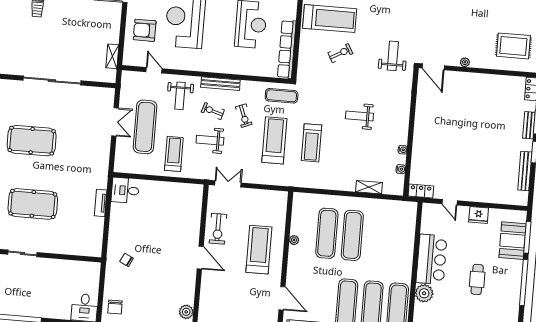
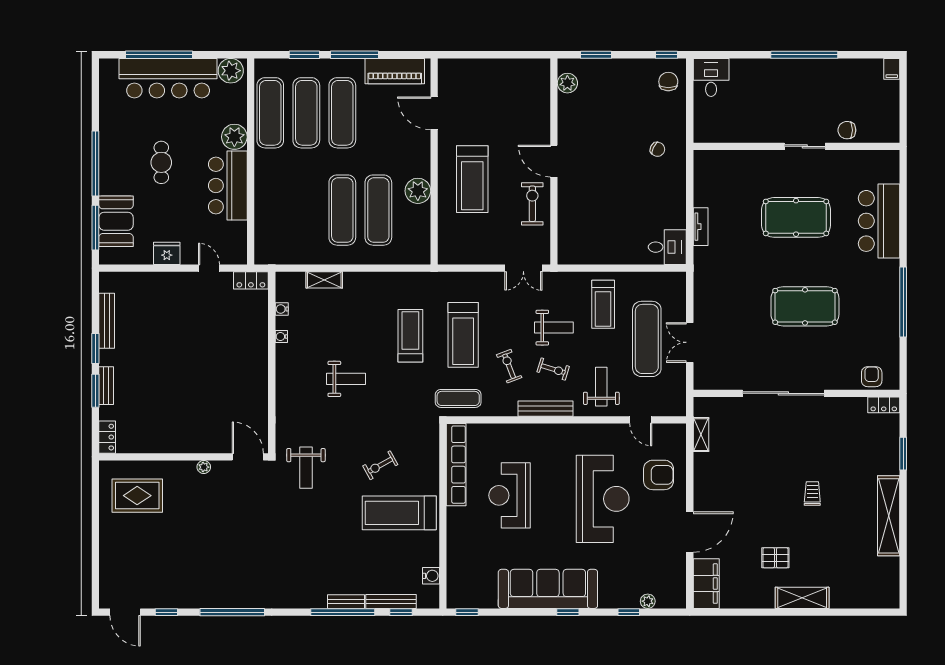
plant: (294, 240) -> (418, 191), width x1.87, depth x1.87

